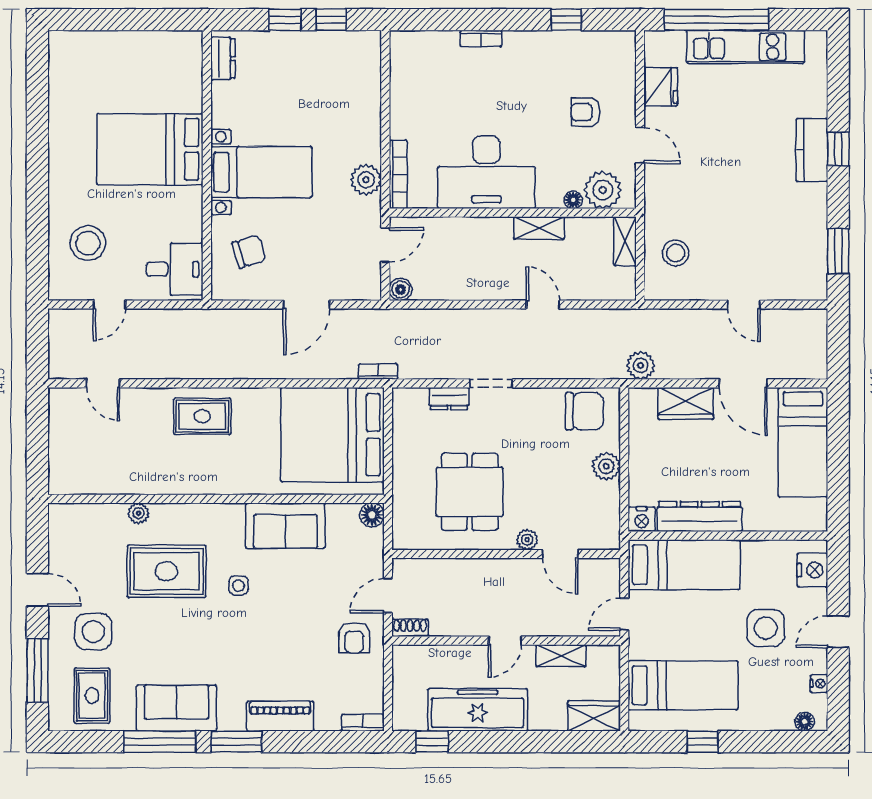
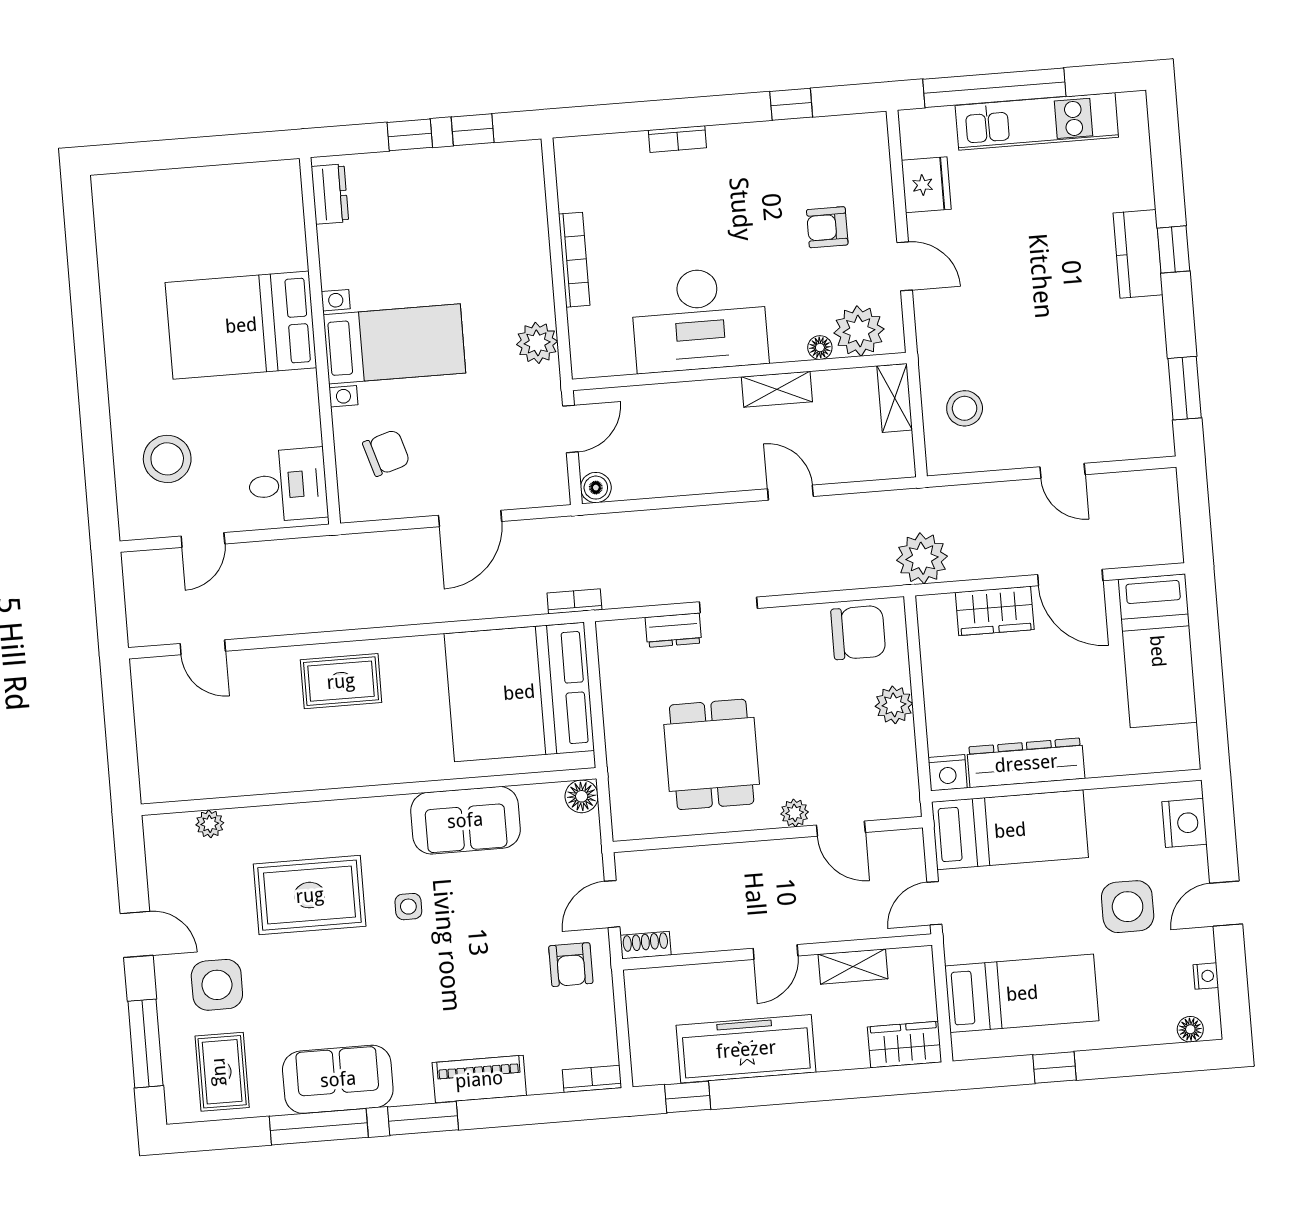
bookcase: (398, 174) -> (574, 260), moved
plant: (641, 365) -> (922, 558), width x1.36, depth x1.36
plant: (139, 513) -> (210, 824), moved

